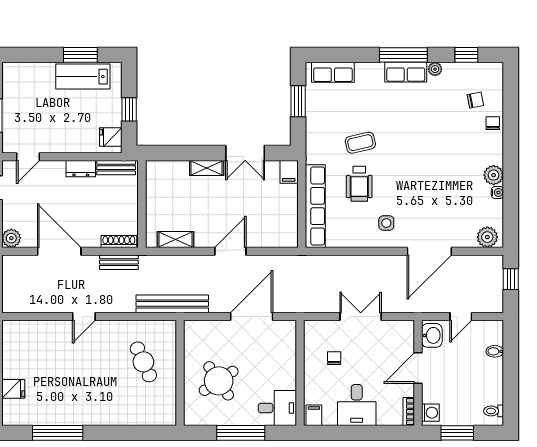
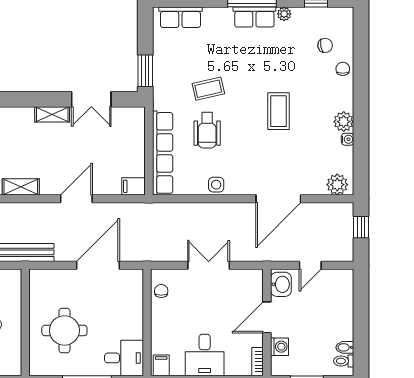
window: (298, 101) -> (145, 71), moved
coffee table: (429, 165) -> (278, 111), added
filing cabinet: (289, 172) -> (133, 186), moved, turned 90
side table: (386, 223) -> (216, 185), moved
bidet: (495, 351) -> (345, 347), moved
chair: (334, 358) -> (161, 291), moved
round table: (219, 381) -> (64, 330), turned 34
washing machine: (430, 413) -> (280, 347), moved

